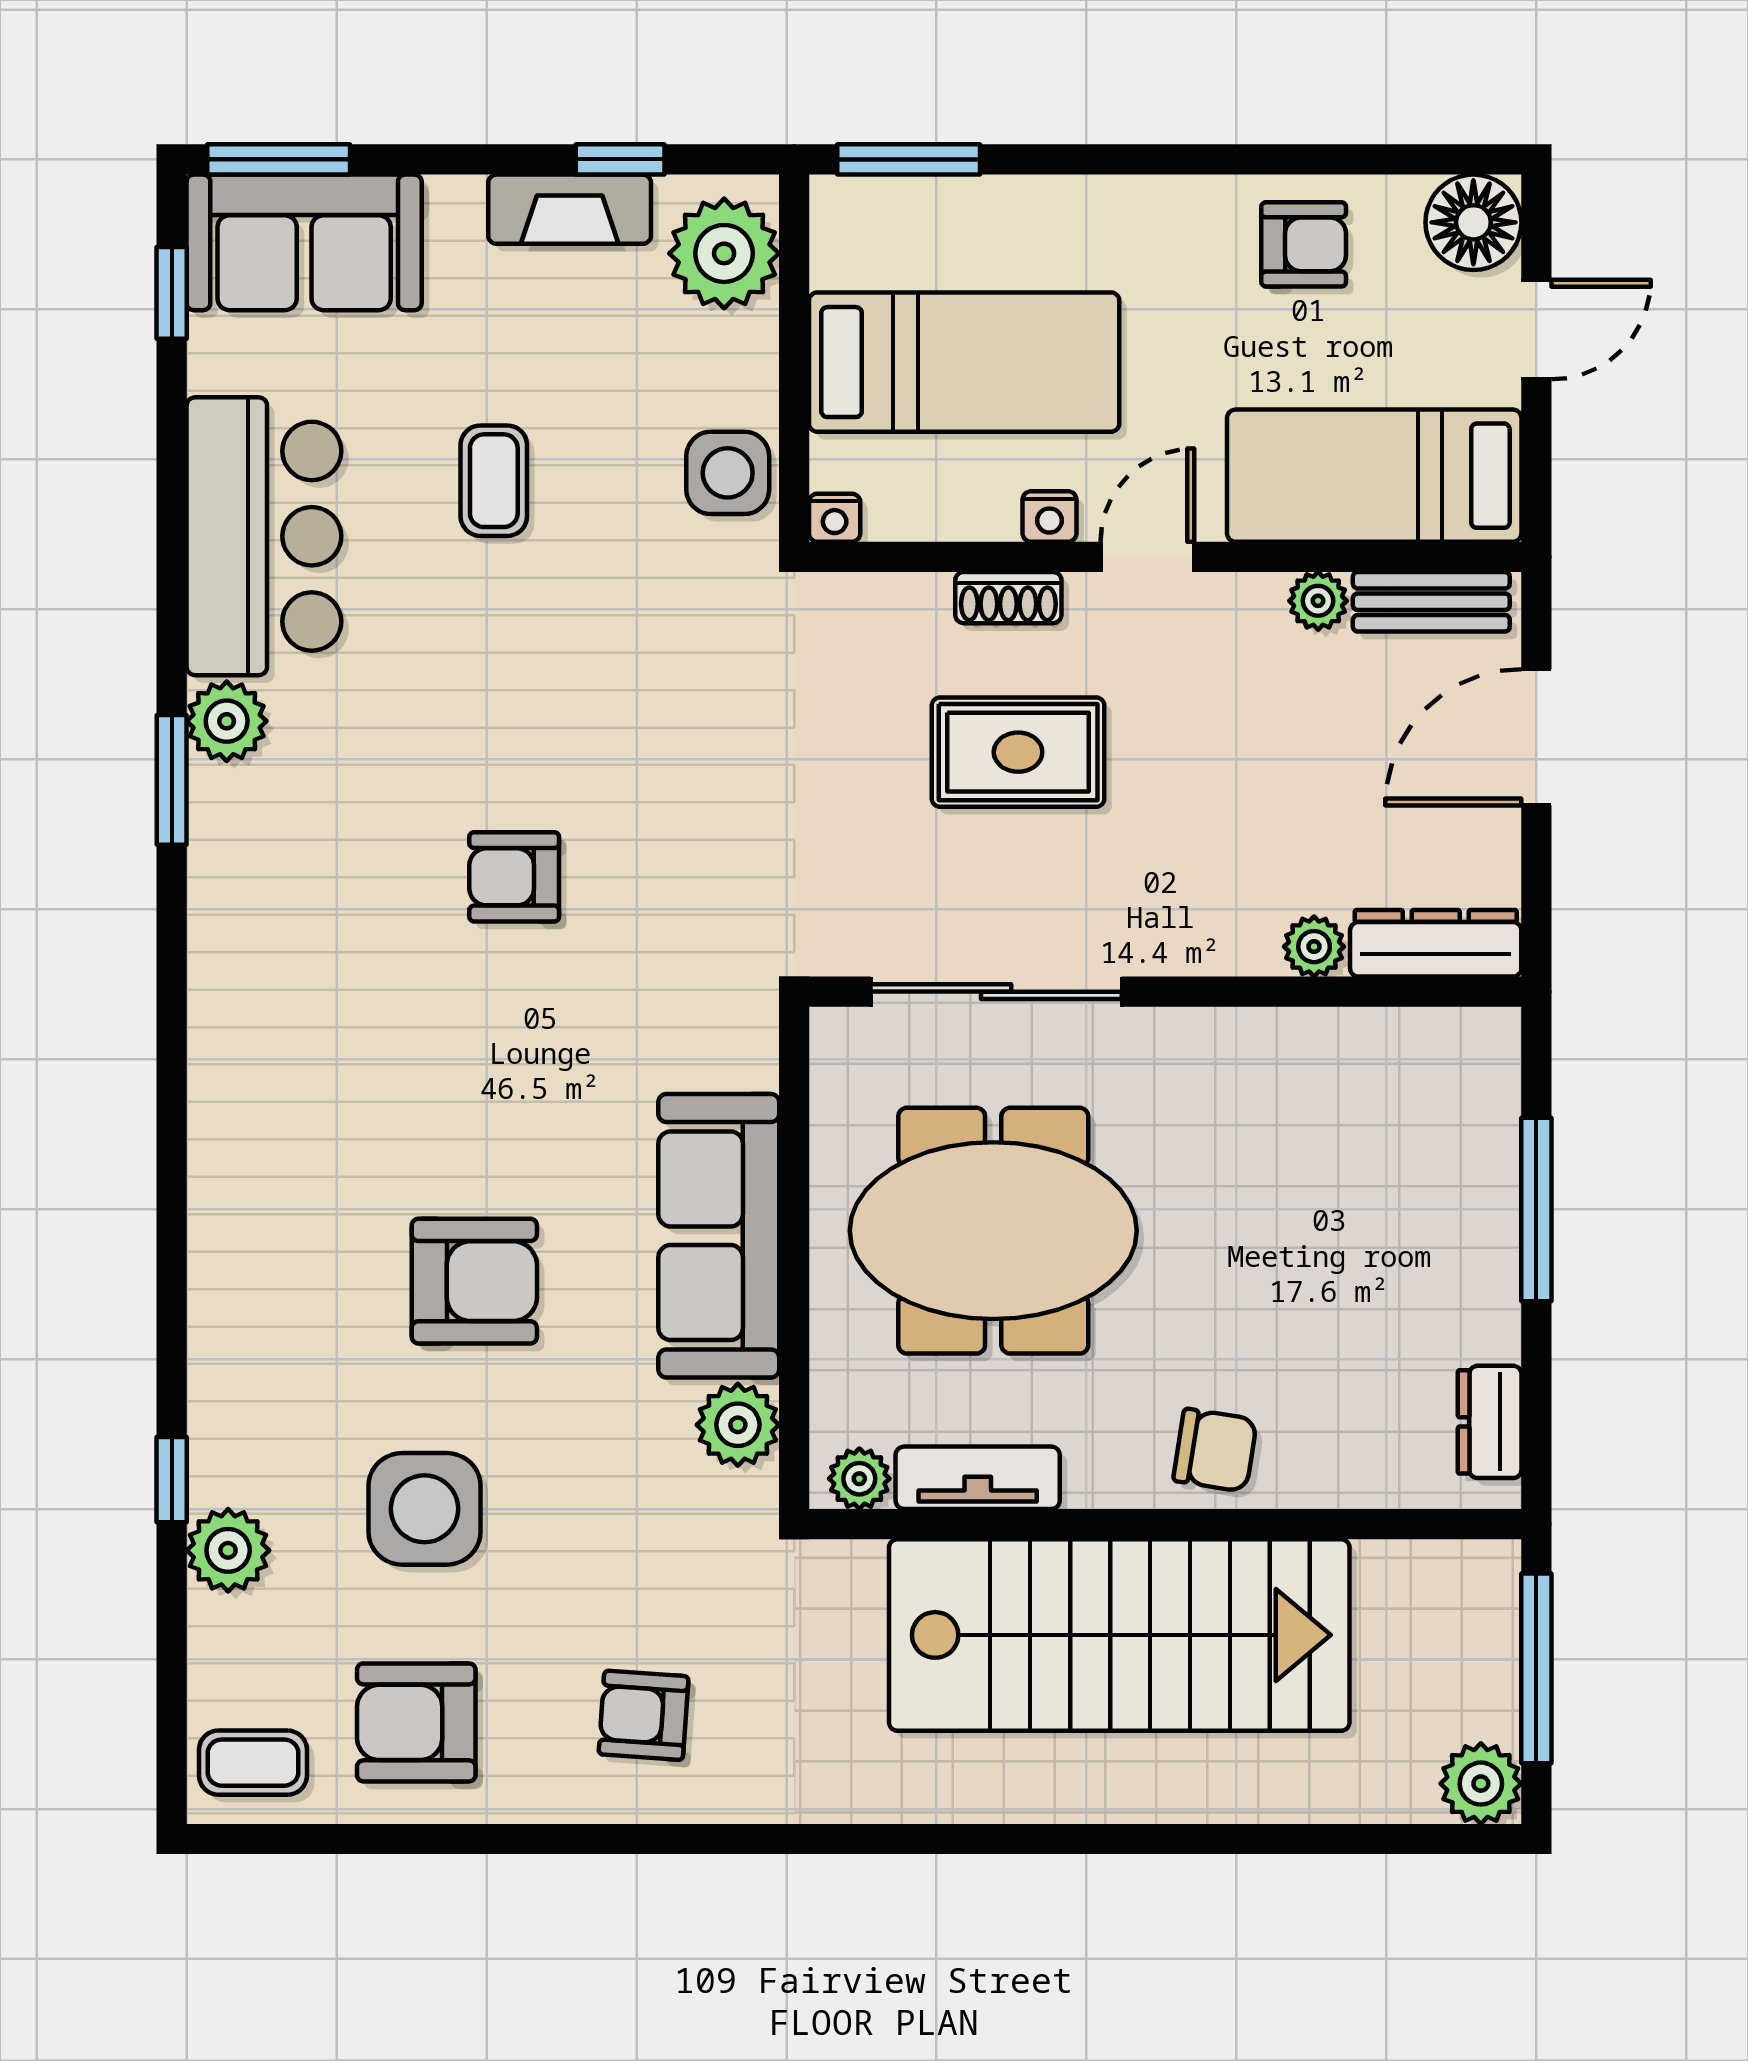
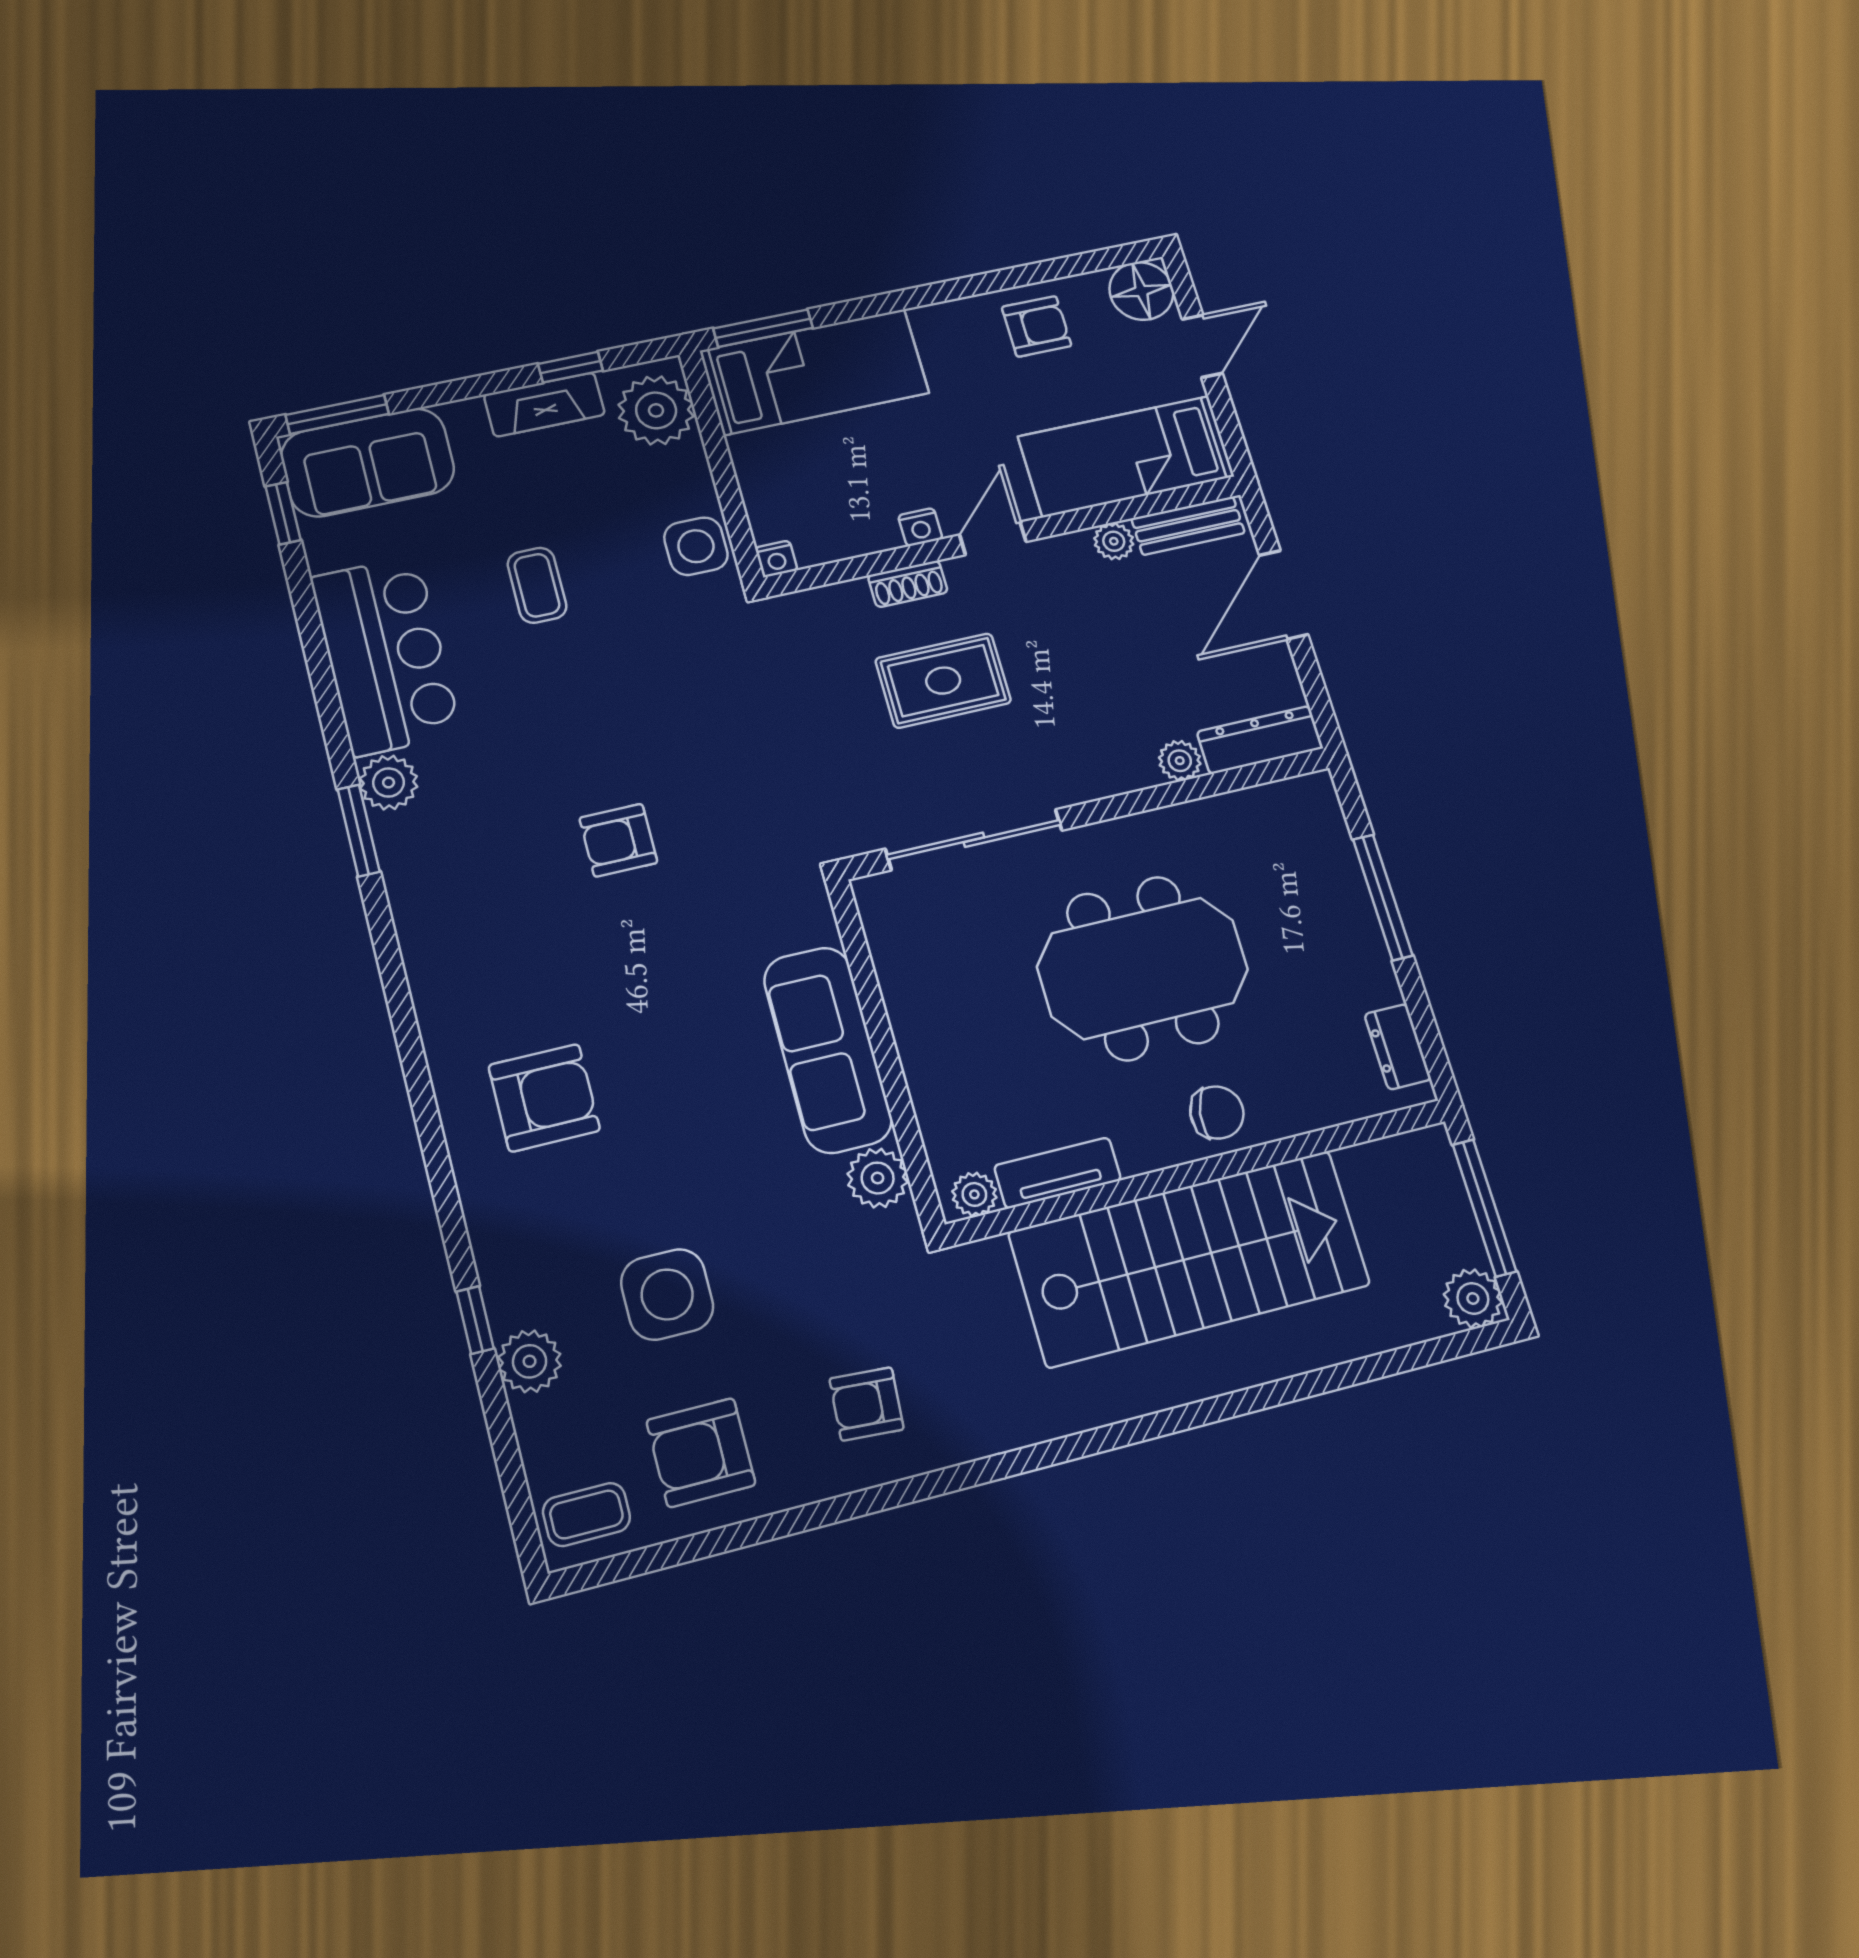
bed: (964, 362) -> (815, 372), moved
meeting table: (993, 1231) -> (1143, 968), moved
armchair: (474, 1281) -> (544, 1098), moved

